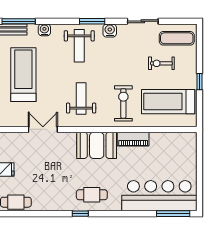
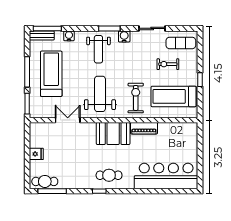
weight bench: (81, 99) -> (100, 94), width x1.36, depth x1.33
window: (173, 214) -> (52, 191), moved

